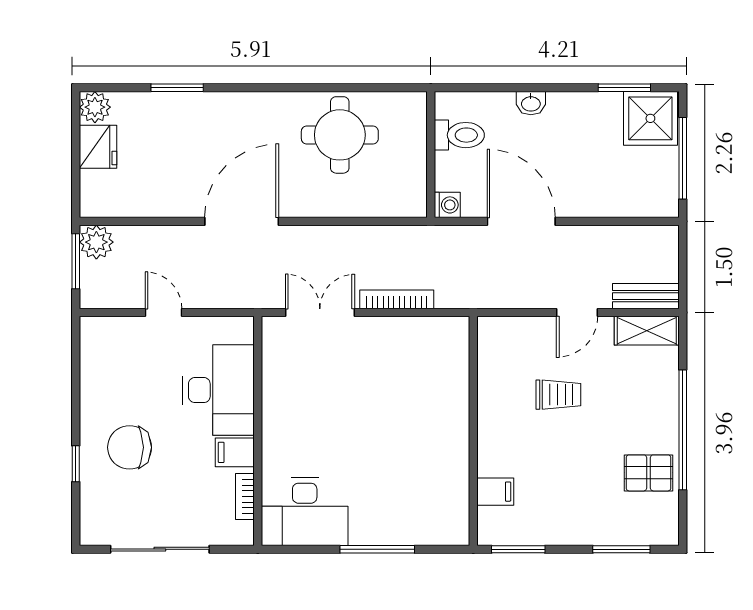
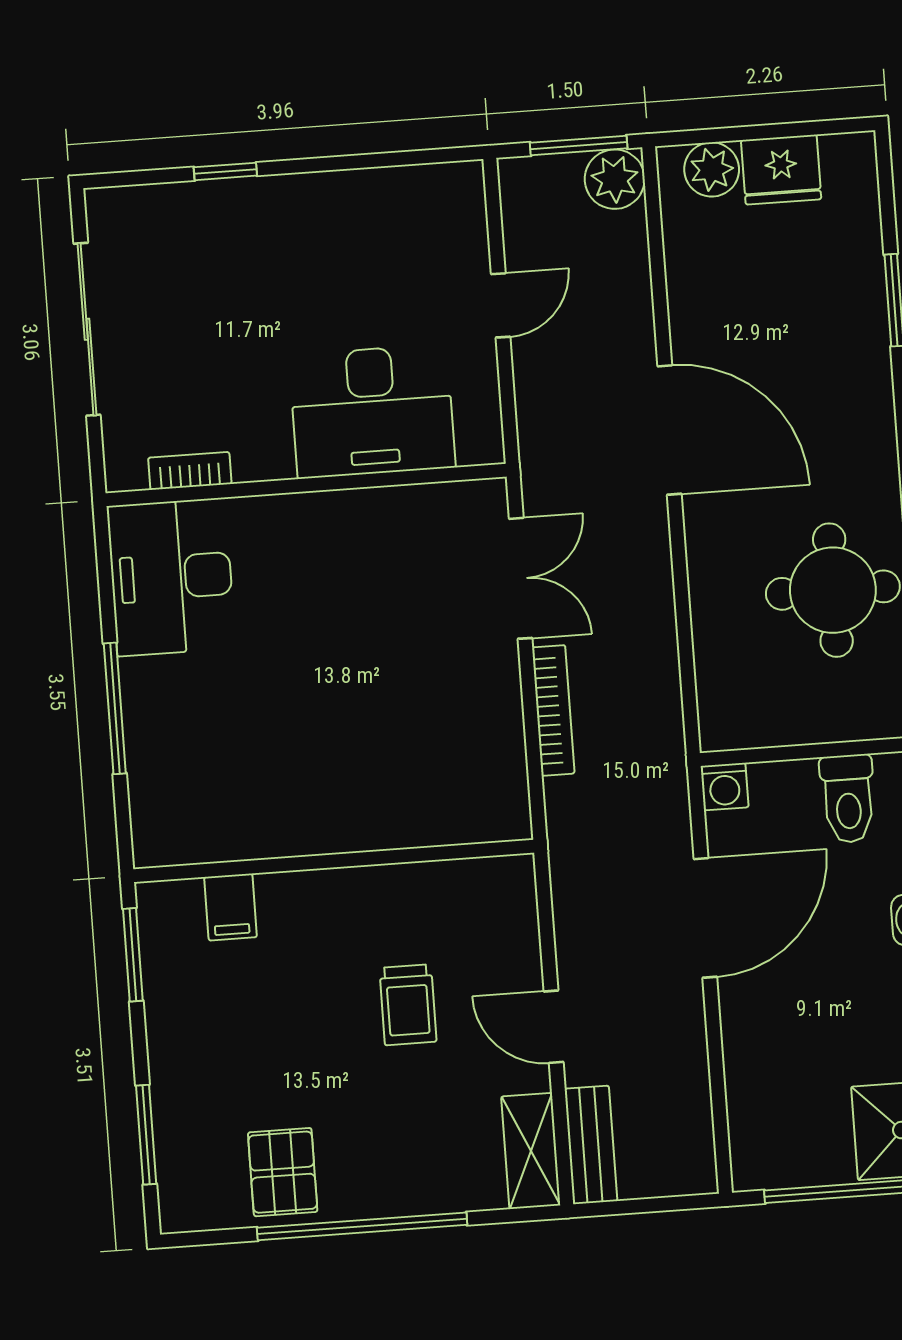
plant: (95, 107) -> (712, 169), moved
chair: (130, 447) -> (261, 263), removed
filing cabinet: (235, 452) -> (266, 447), removed

